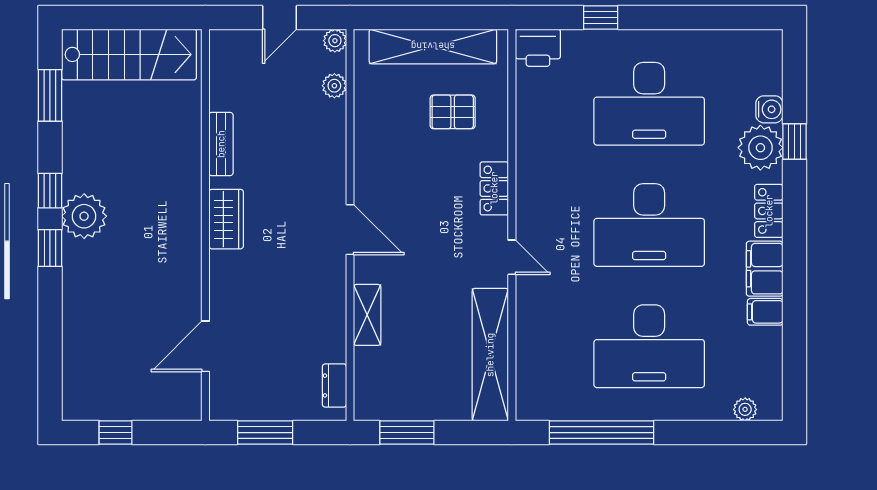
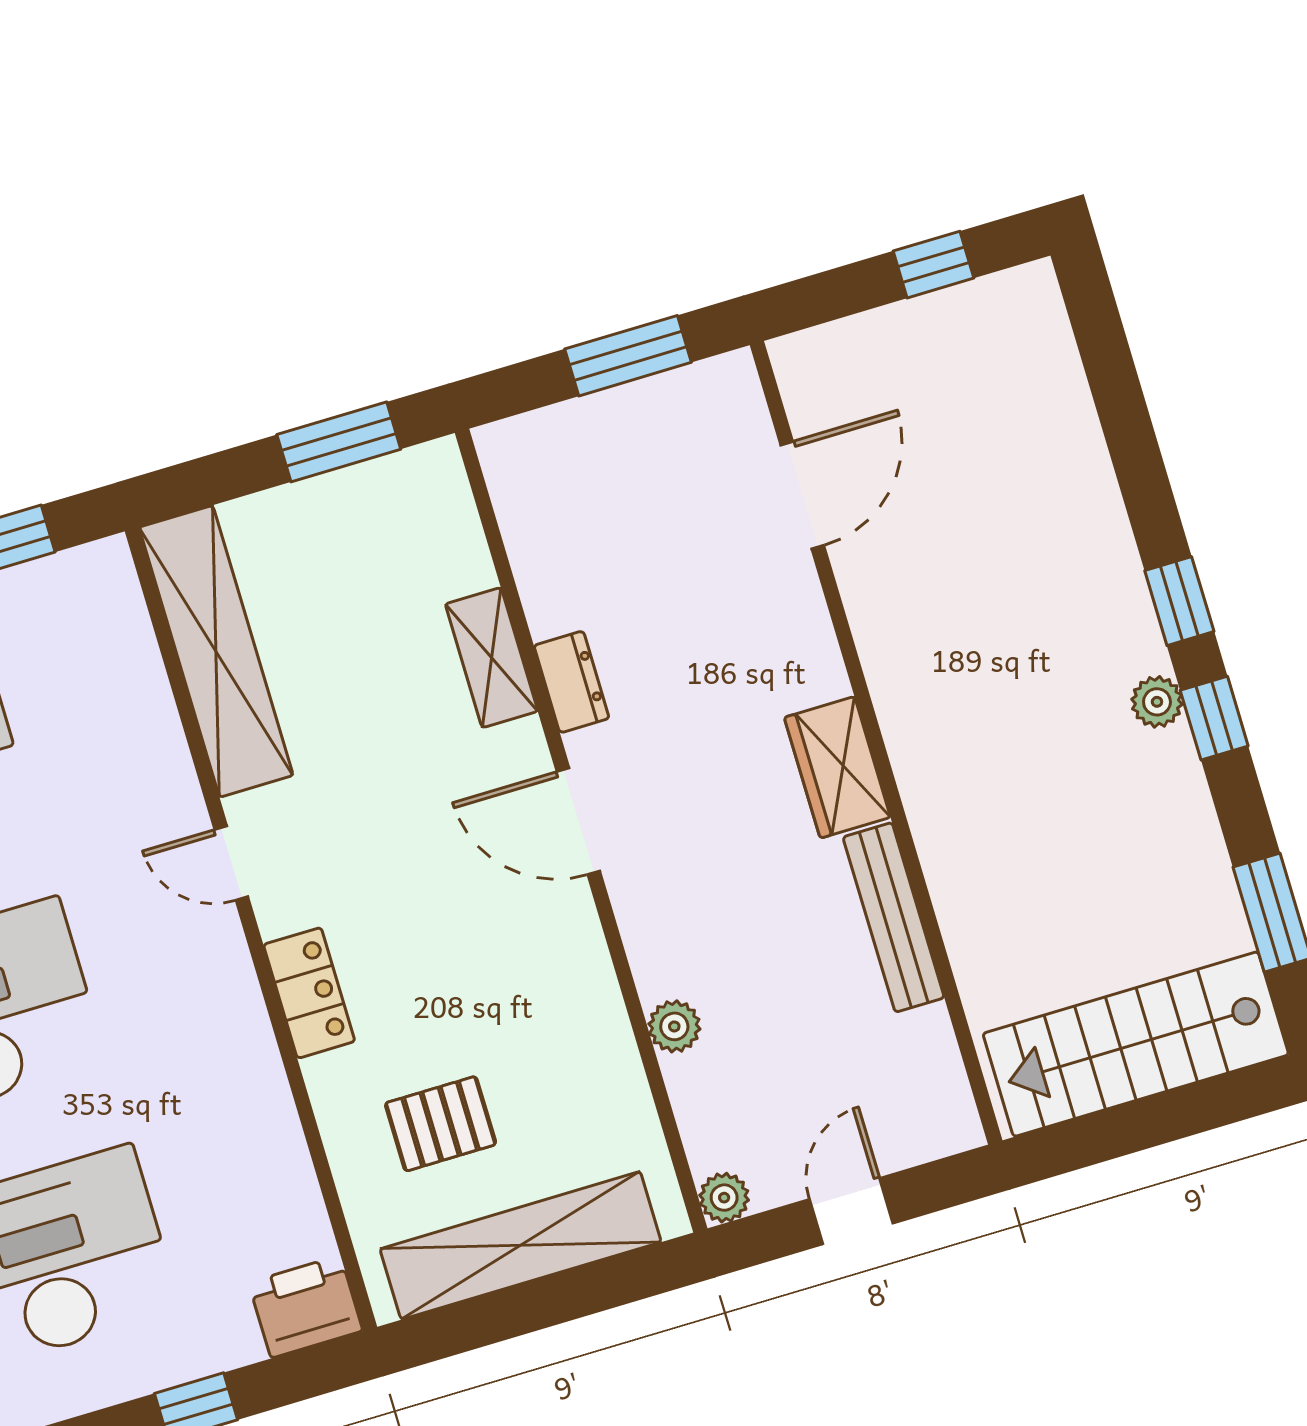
plant: (334, 86) -> (674, 1026), moved
bench: (221, 144) -> (894, 917), width x1.36
plant: (84, 216) -> (1157, 702), width x0.53, depth x0.53
dresser: (334, 386) -> (572, 682), moved

